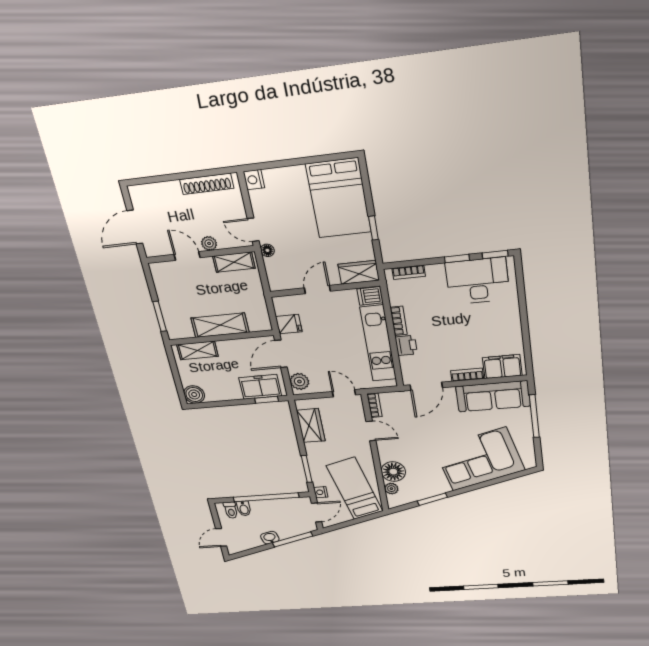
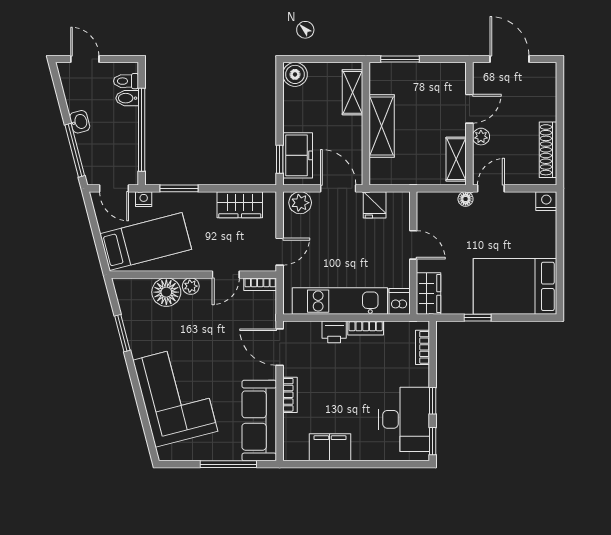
filing cabinet: (502, 367) -> (330, 447), moved, turned -90
plant: (391, 489) -> (191, 286), moved

